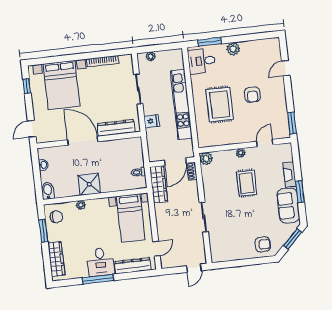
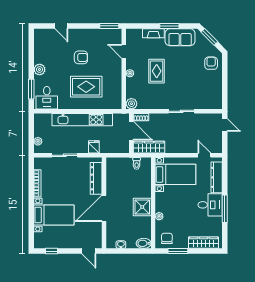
bed with nightstands: (62, 85) -> (54, 215), width x0.73
rug: (247, 183) -> (157, 71), turned 90

